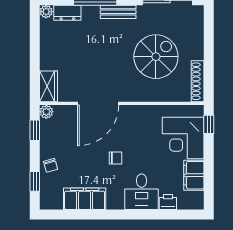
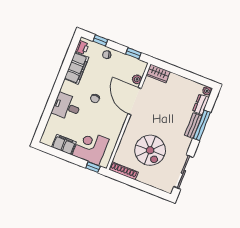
bench: (118, 12) -> (193, 125), moved
plant: (46, 112) -> (137, 79), moved
printer: (168, 202) -> (82, 47), moved

